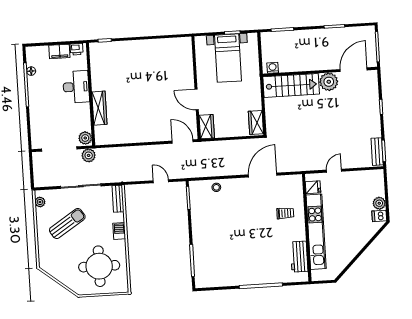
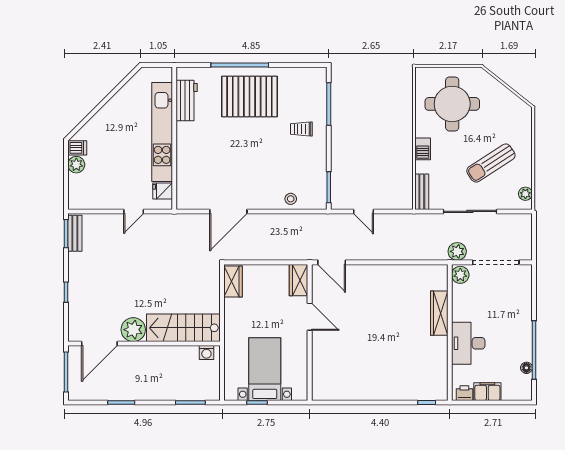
trolley: (285, 213) -> (301, 129), moved
pallet: (252, 262) -> (249, 96), added

